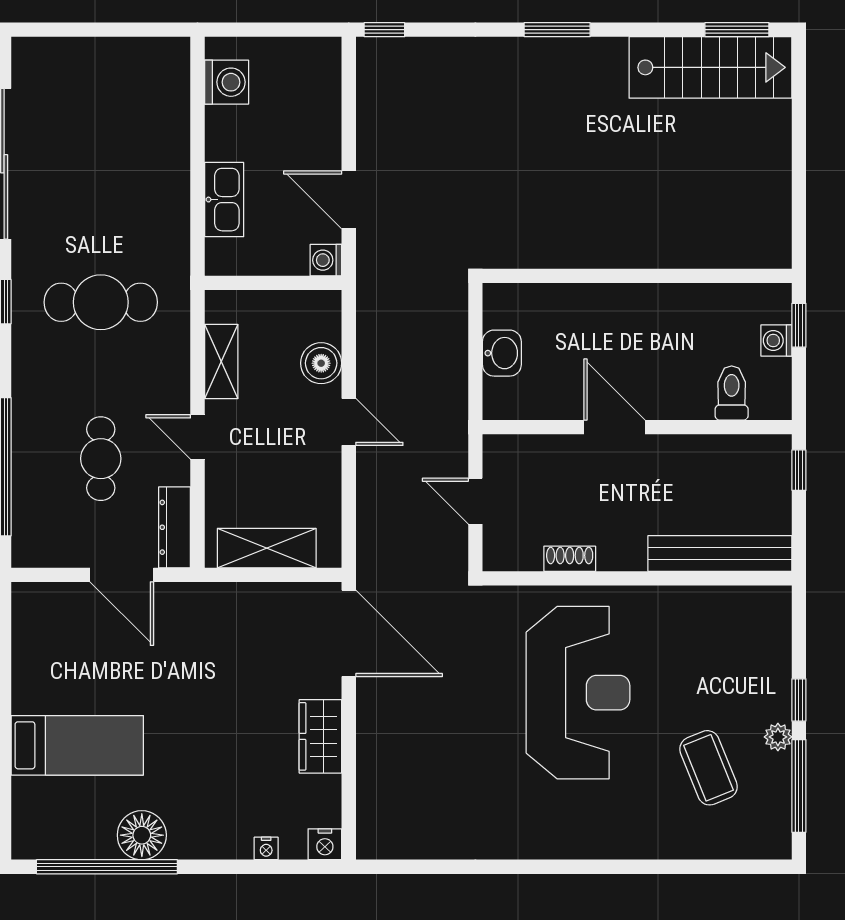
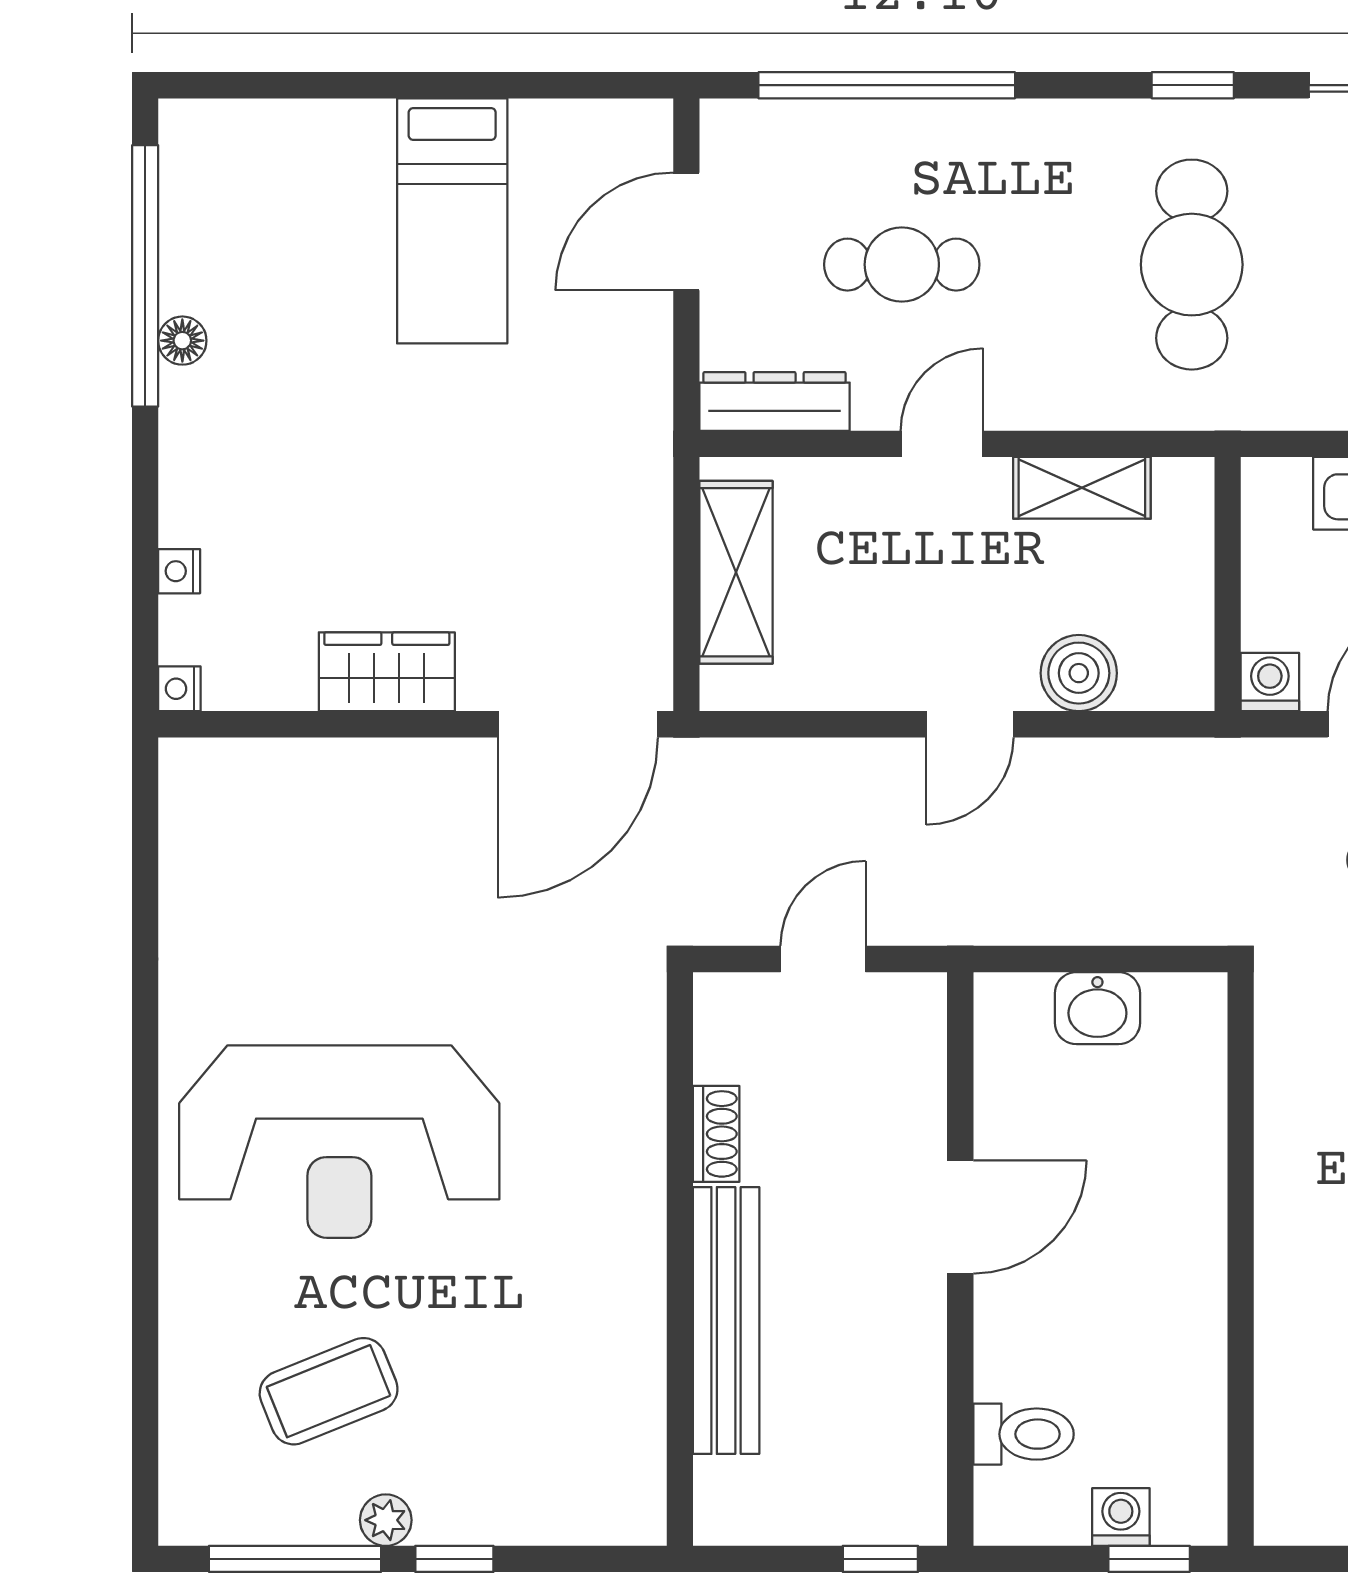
bench: (720, 553) -> (726, 1320), moved
door: (122, 575) -> (686, 231), moved
reception desk: (578, 693) -> (339, 1142), moved
bed: (77, 745) -> (452, 221), moved
floor lamp: (142, 835) -> (182, 341), width x0.53, depth x0.53
nightstand: (325, 844) -> (179, 689), width x0.72, depth x0.74

